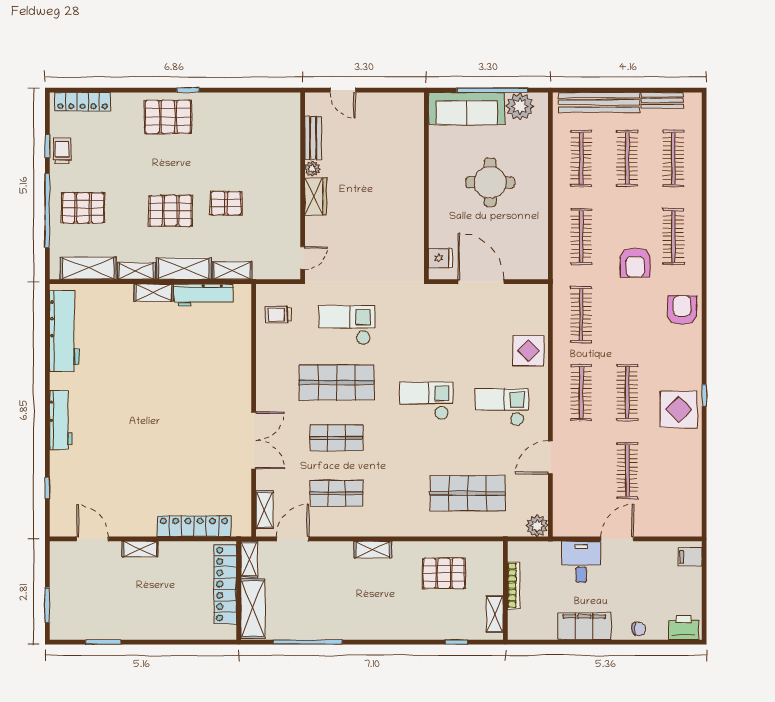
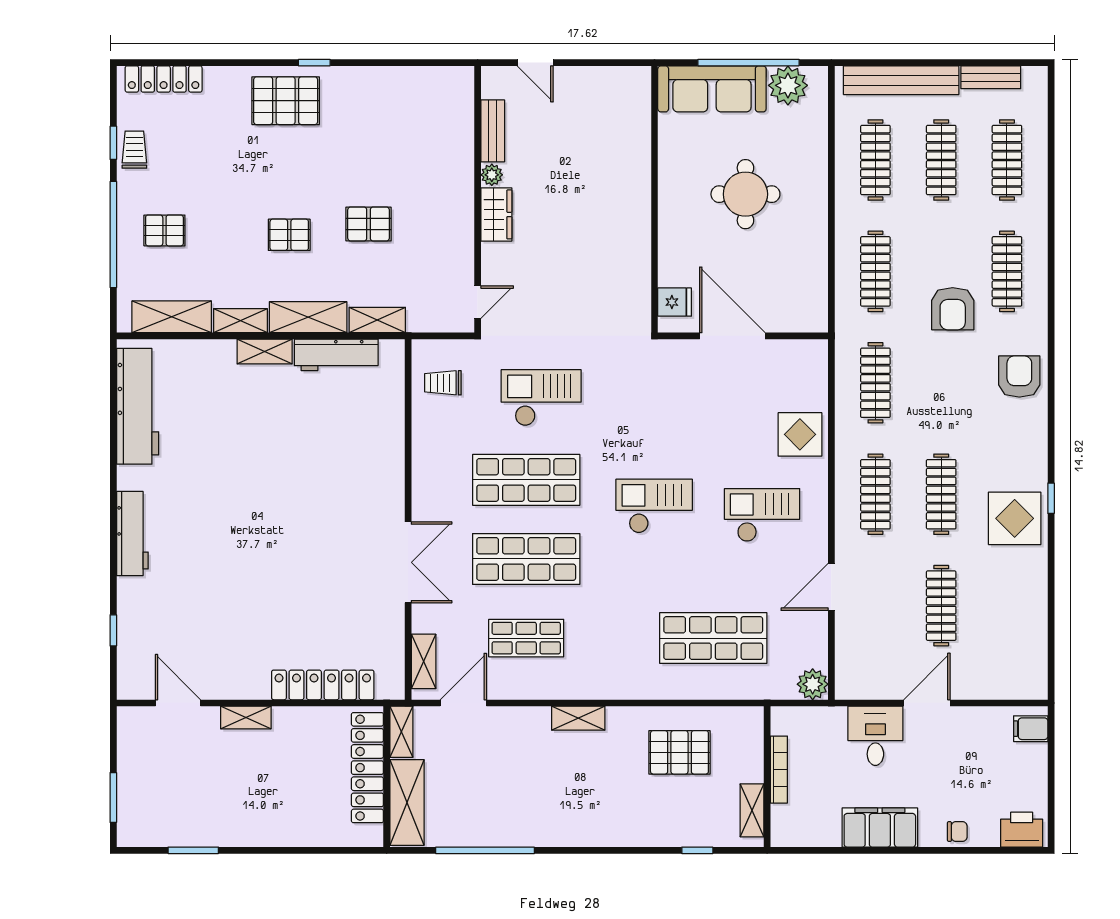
pallet: (83, 208) -> (164, 230), width x0.67, depth x0.71
pallet: (170, 211) -> (289, 235), width x0.67, depth x0.71
shop shelf: (337, 438) -> (526, 559), width x1.43, depth x1.36

